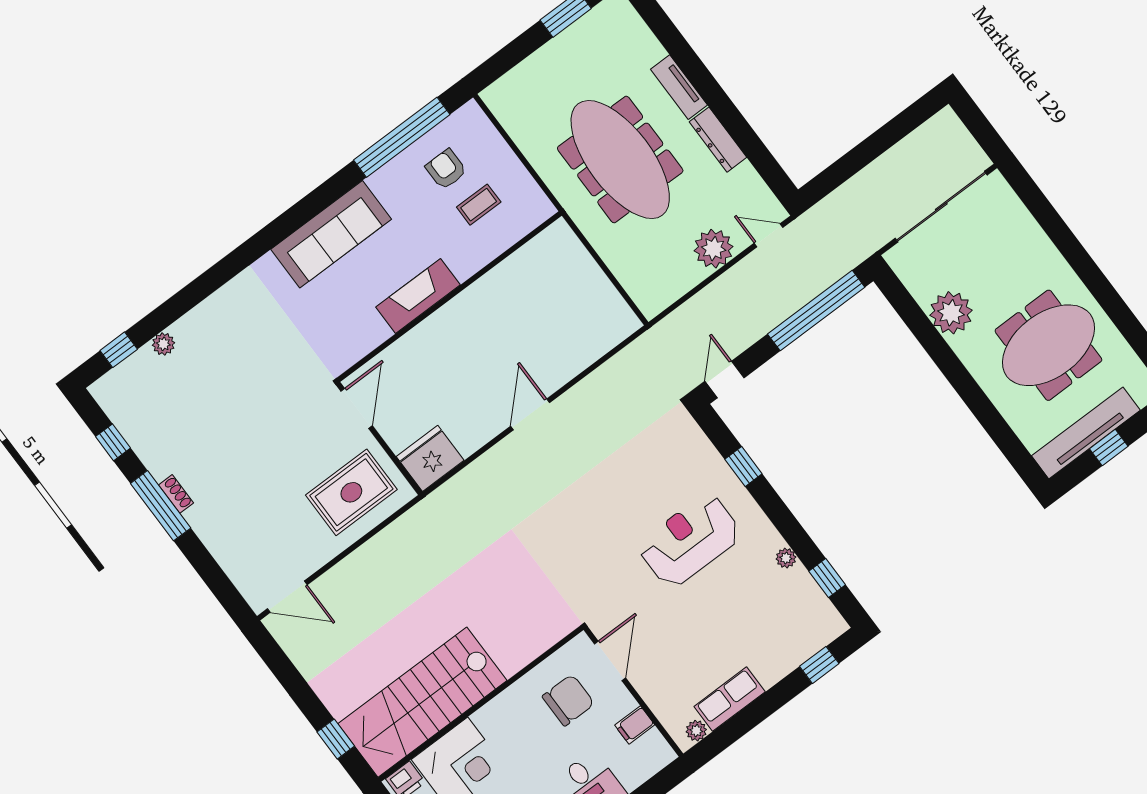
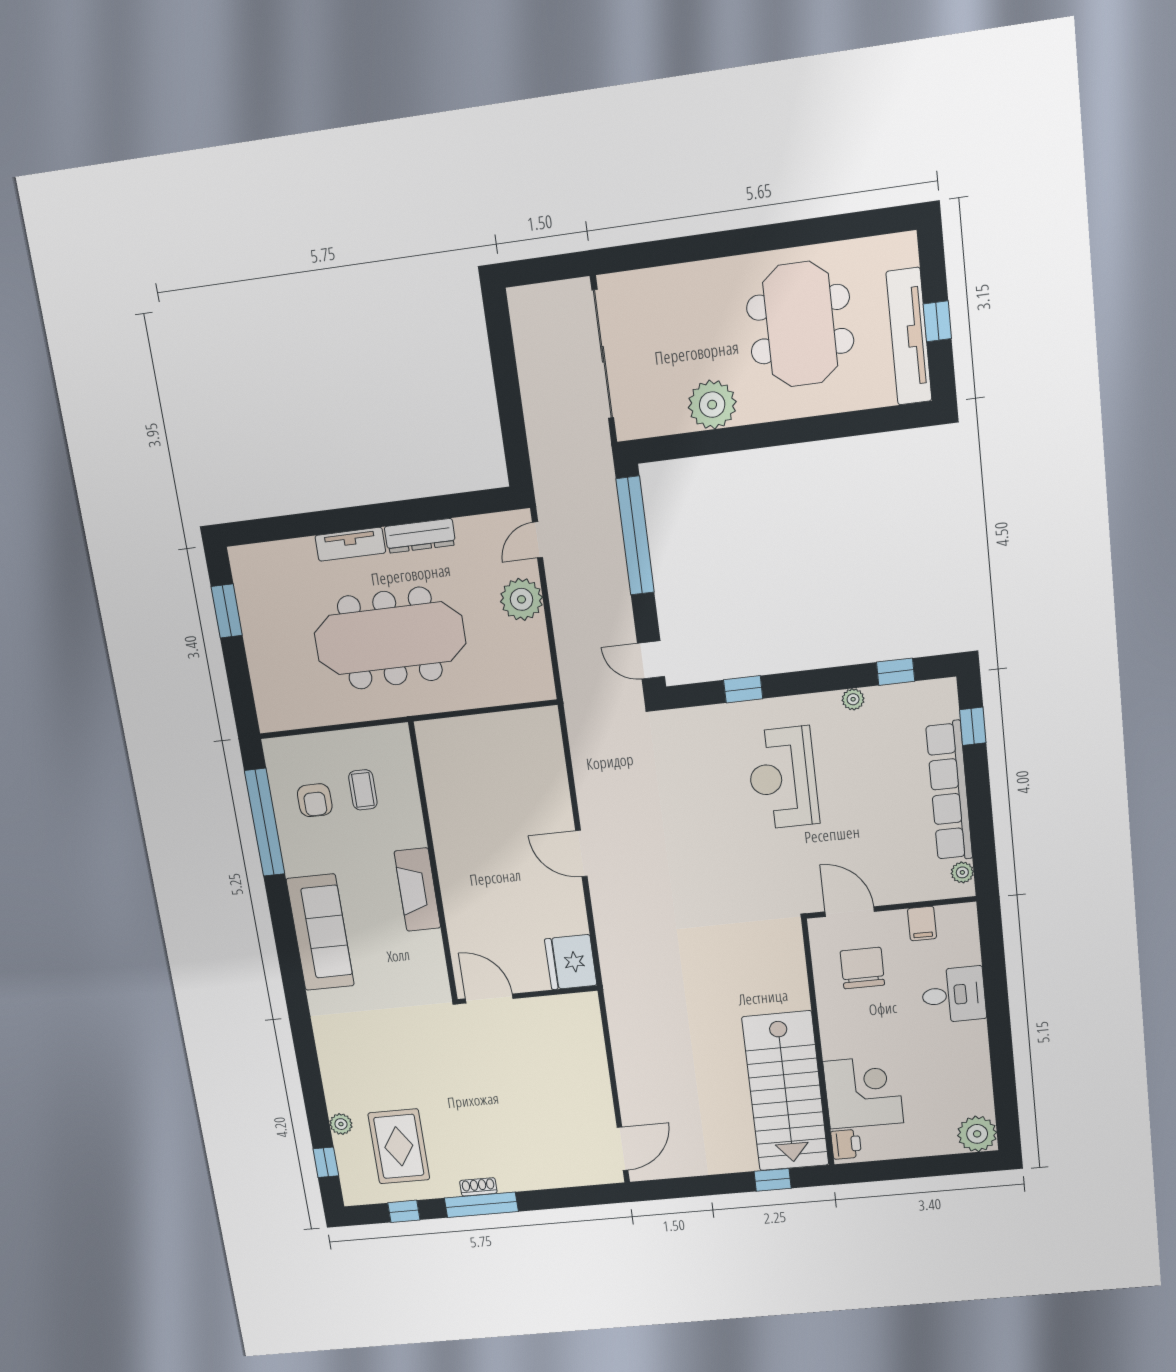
armchair: (446, 169) -> (315, 800), turned -90
rug: (351, 492) -> (399, 1146), moved
row of seats: (730, 699) -> (949, 791), width x2.02

